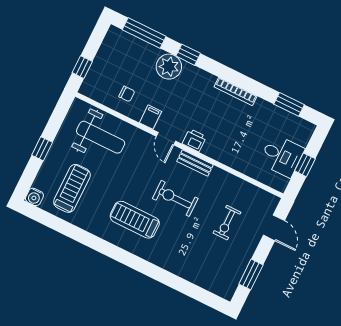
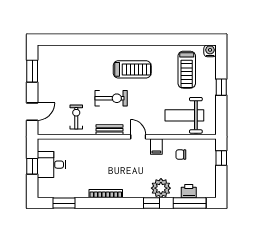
printer: (194, 140) -> (189, 191), moved, turned 180
exercise bike: (227, 223) -> (76, 117), moved
door: (274, 228) -> (32, 112), swing flipped

